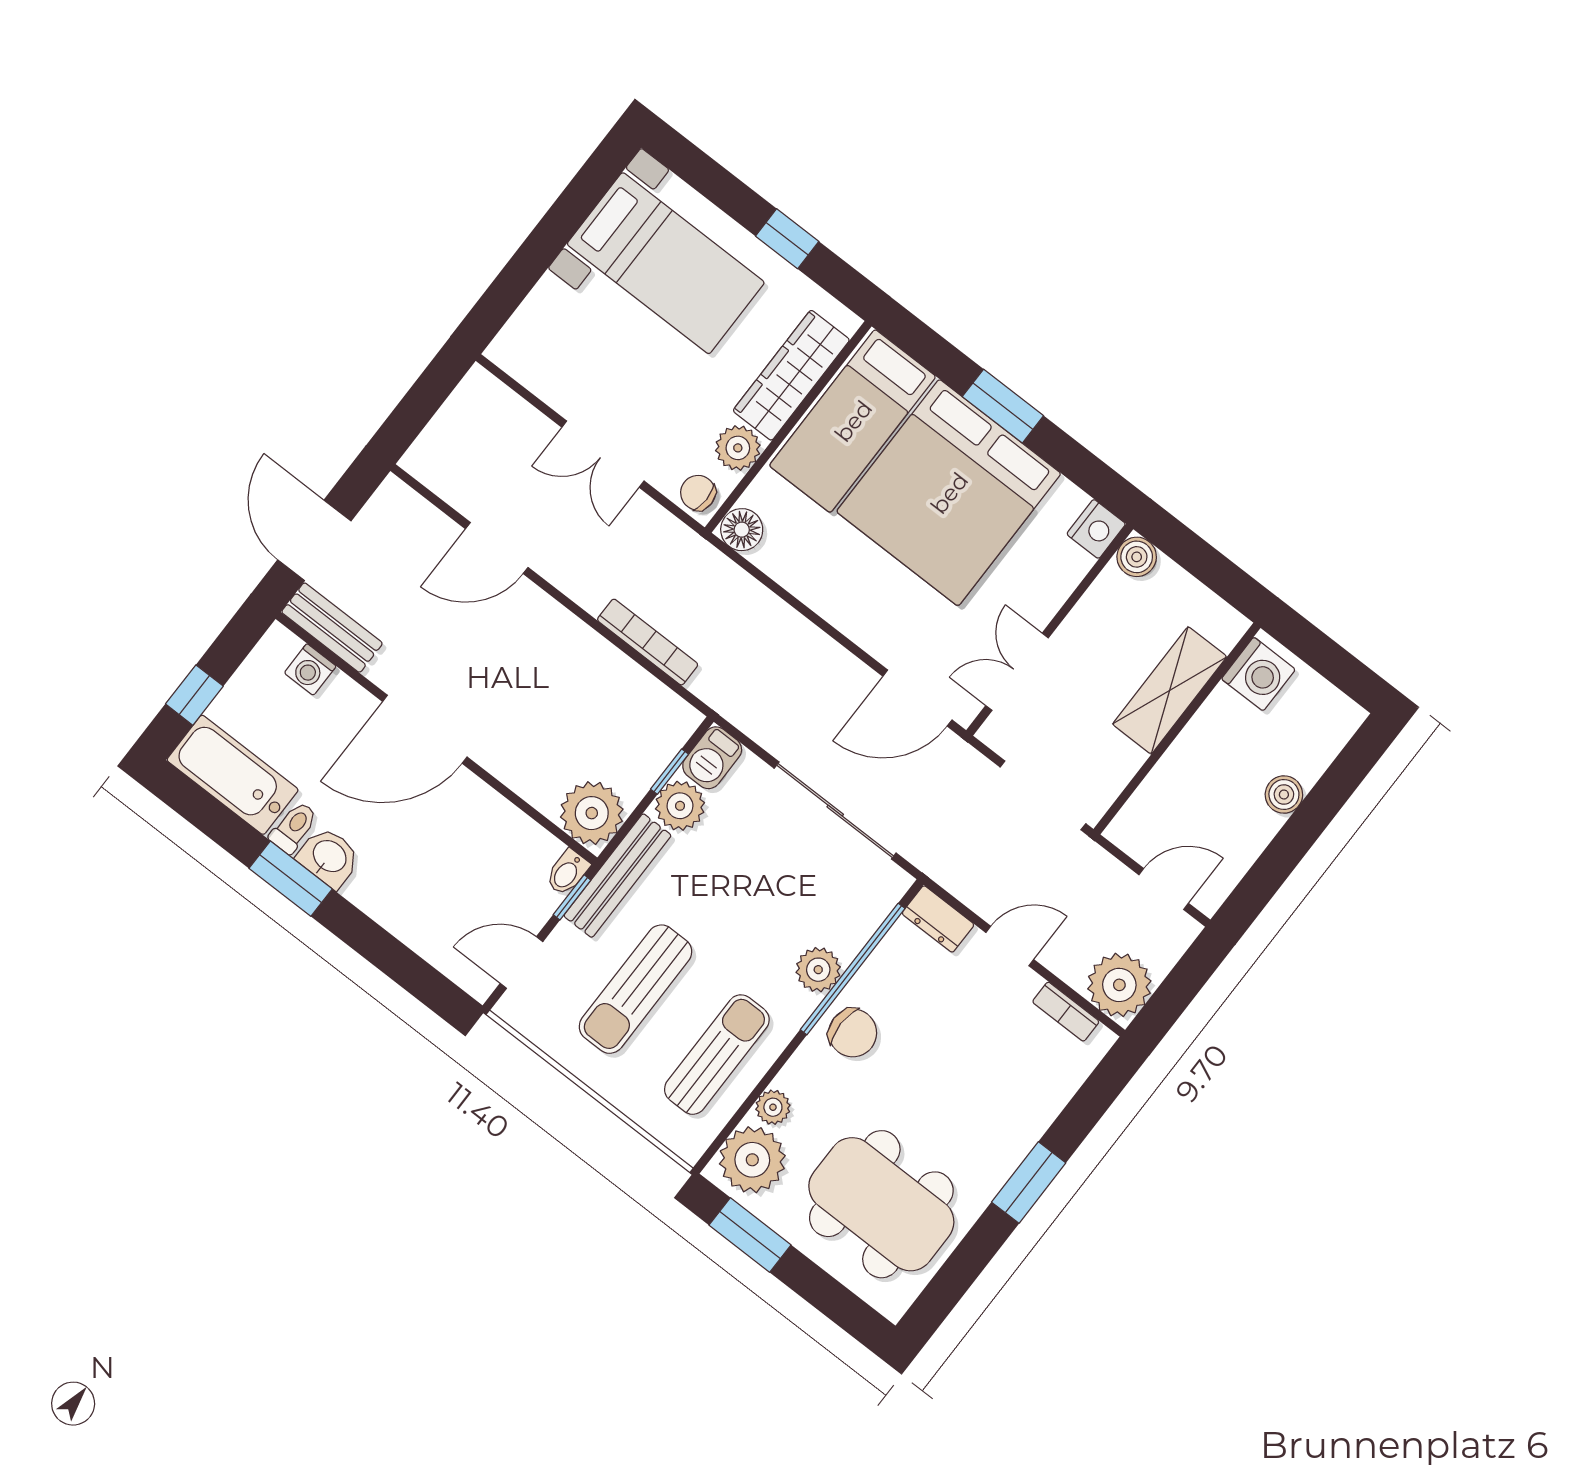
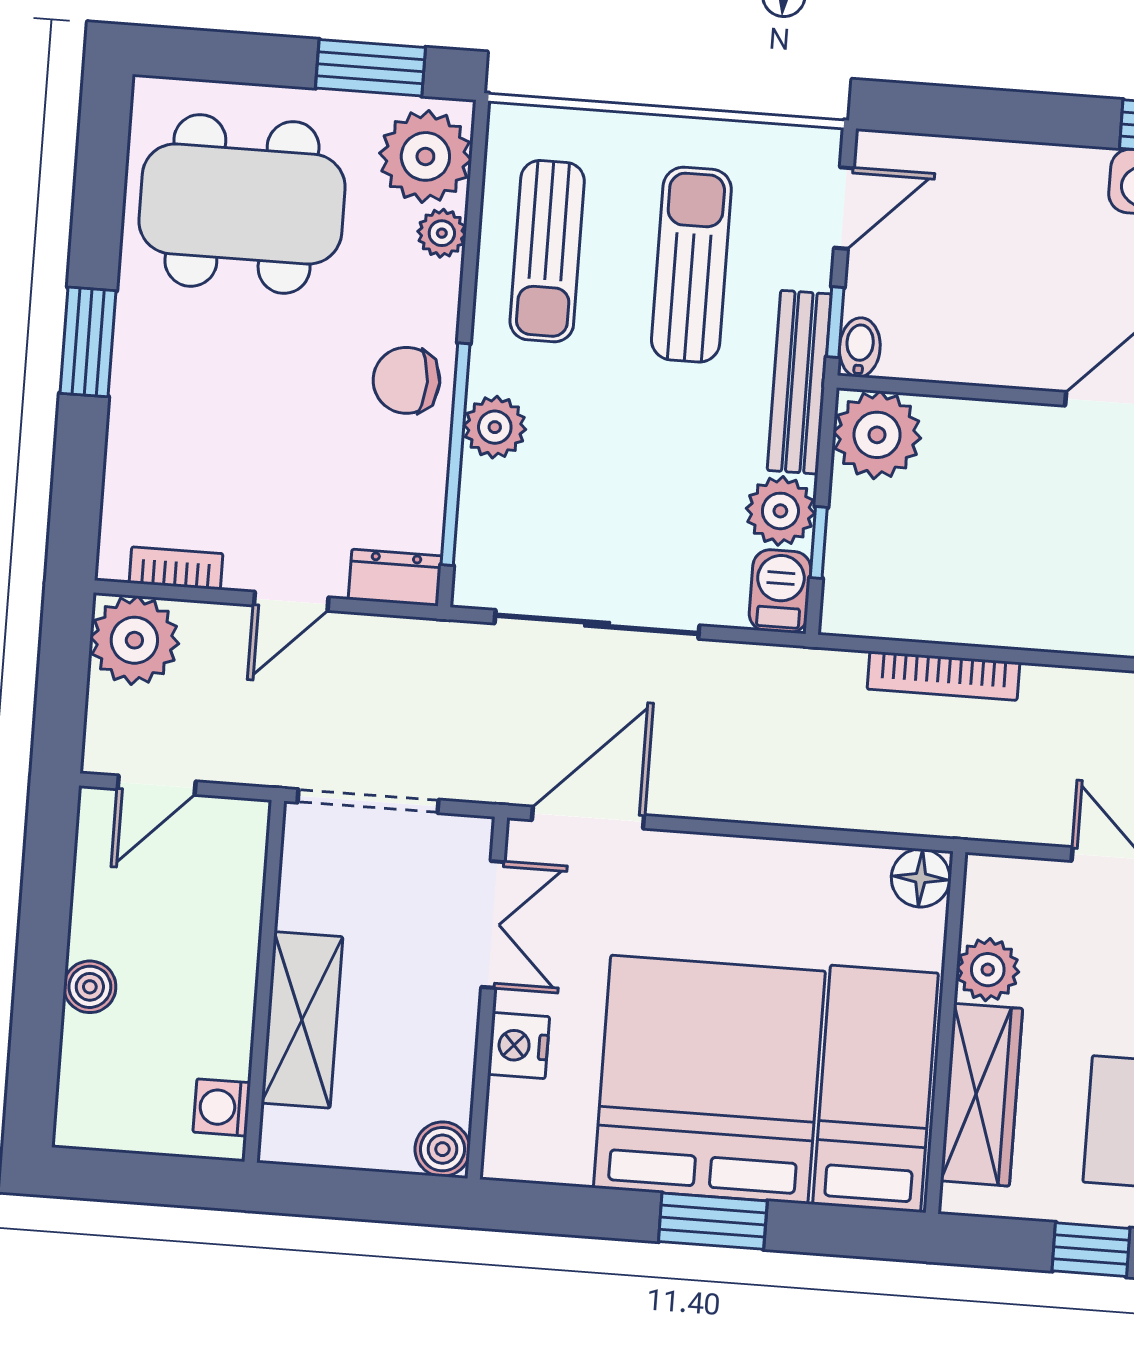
chair: (698, 493) -> (1000, 887), removed
nightstand: (1096, 529) -> (519, 1046), moved
washing machine: (1258, 674) -> (222, 1107), width x0.73, depth x0.73

